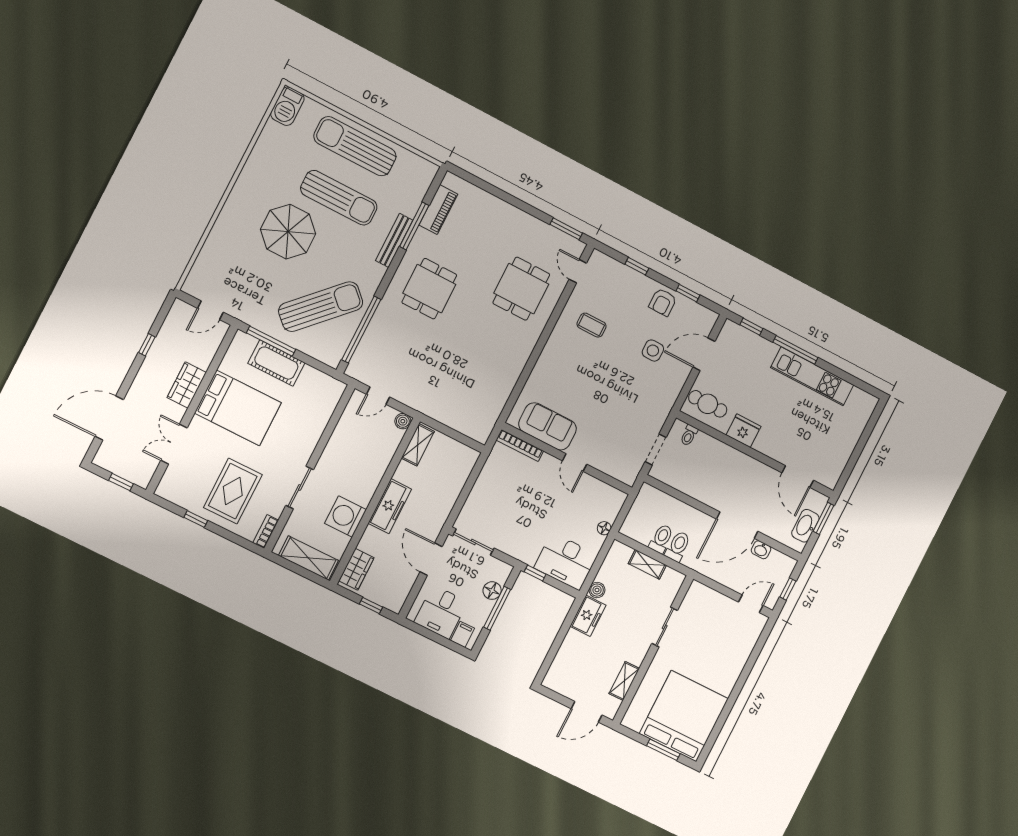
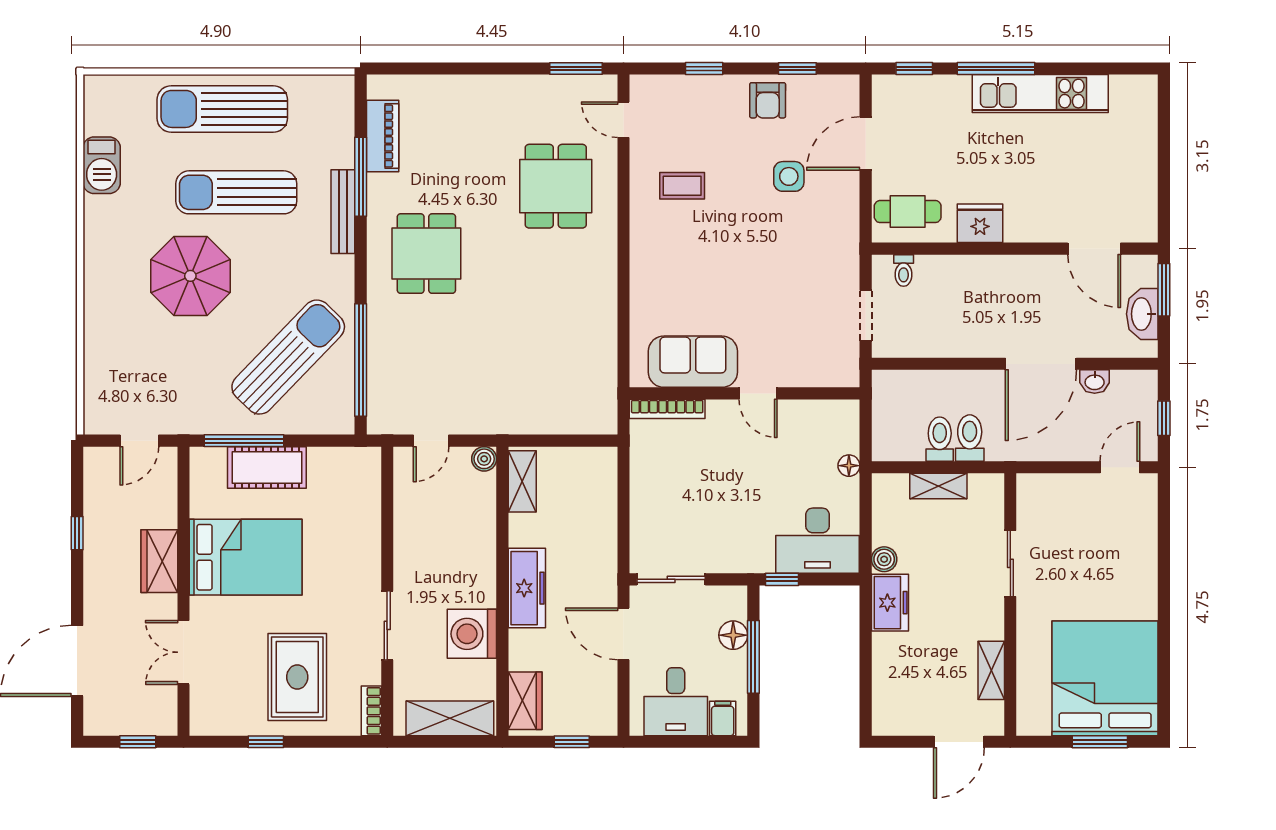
barbecue: (287, 106) -> (102, 165), moved
sun lounger: (339, 198) -> (236, 192), turned 180

